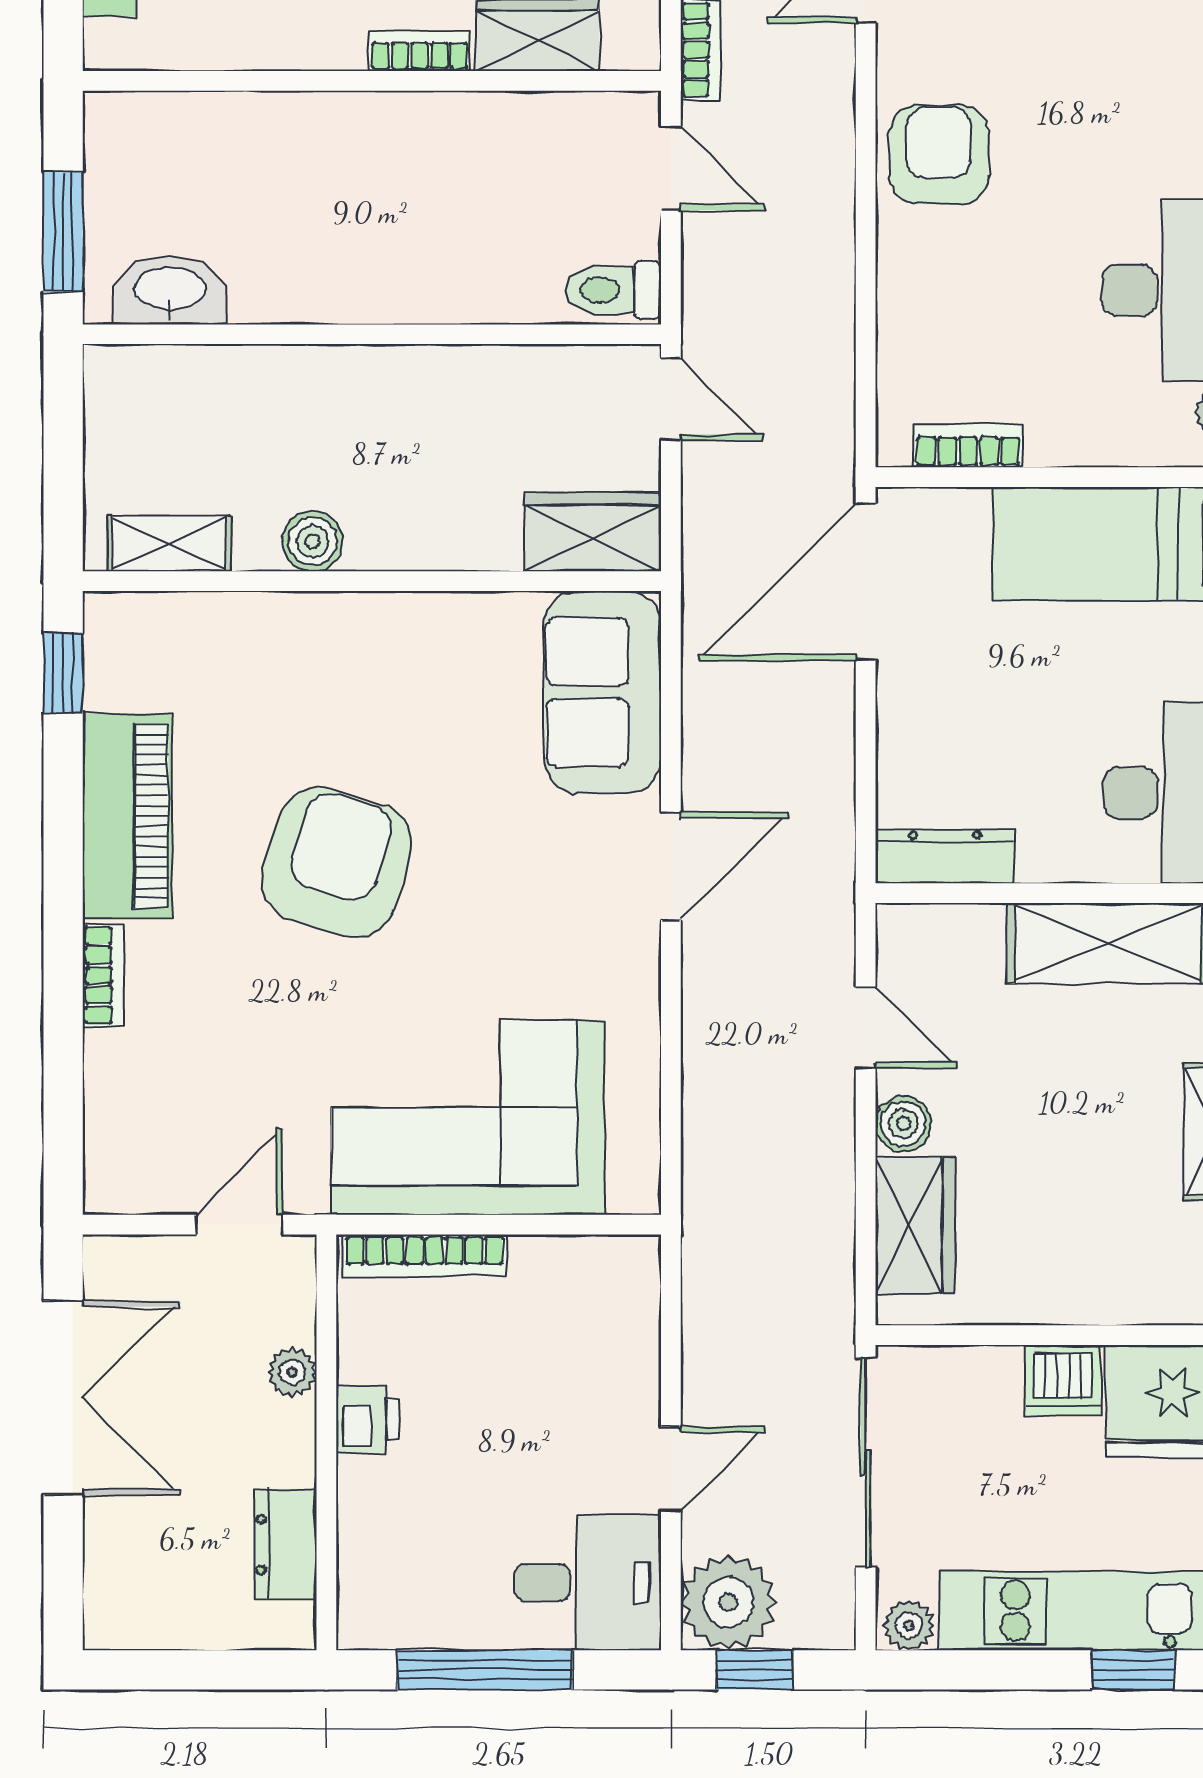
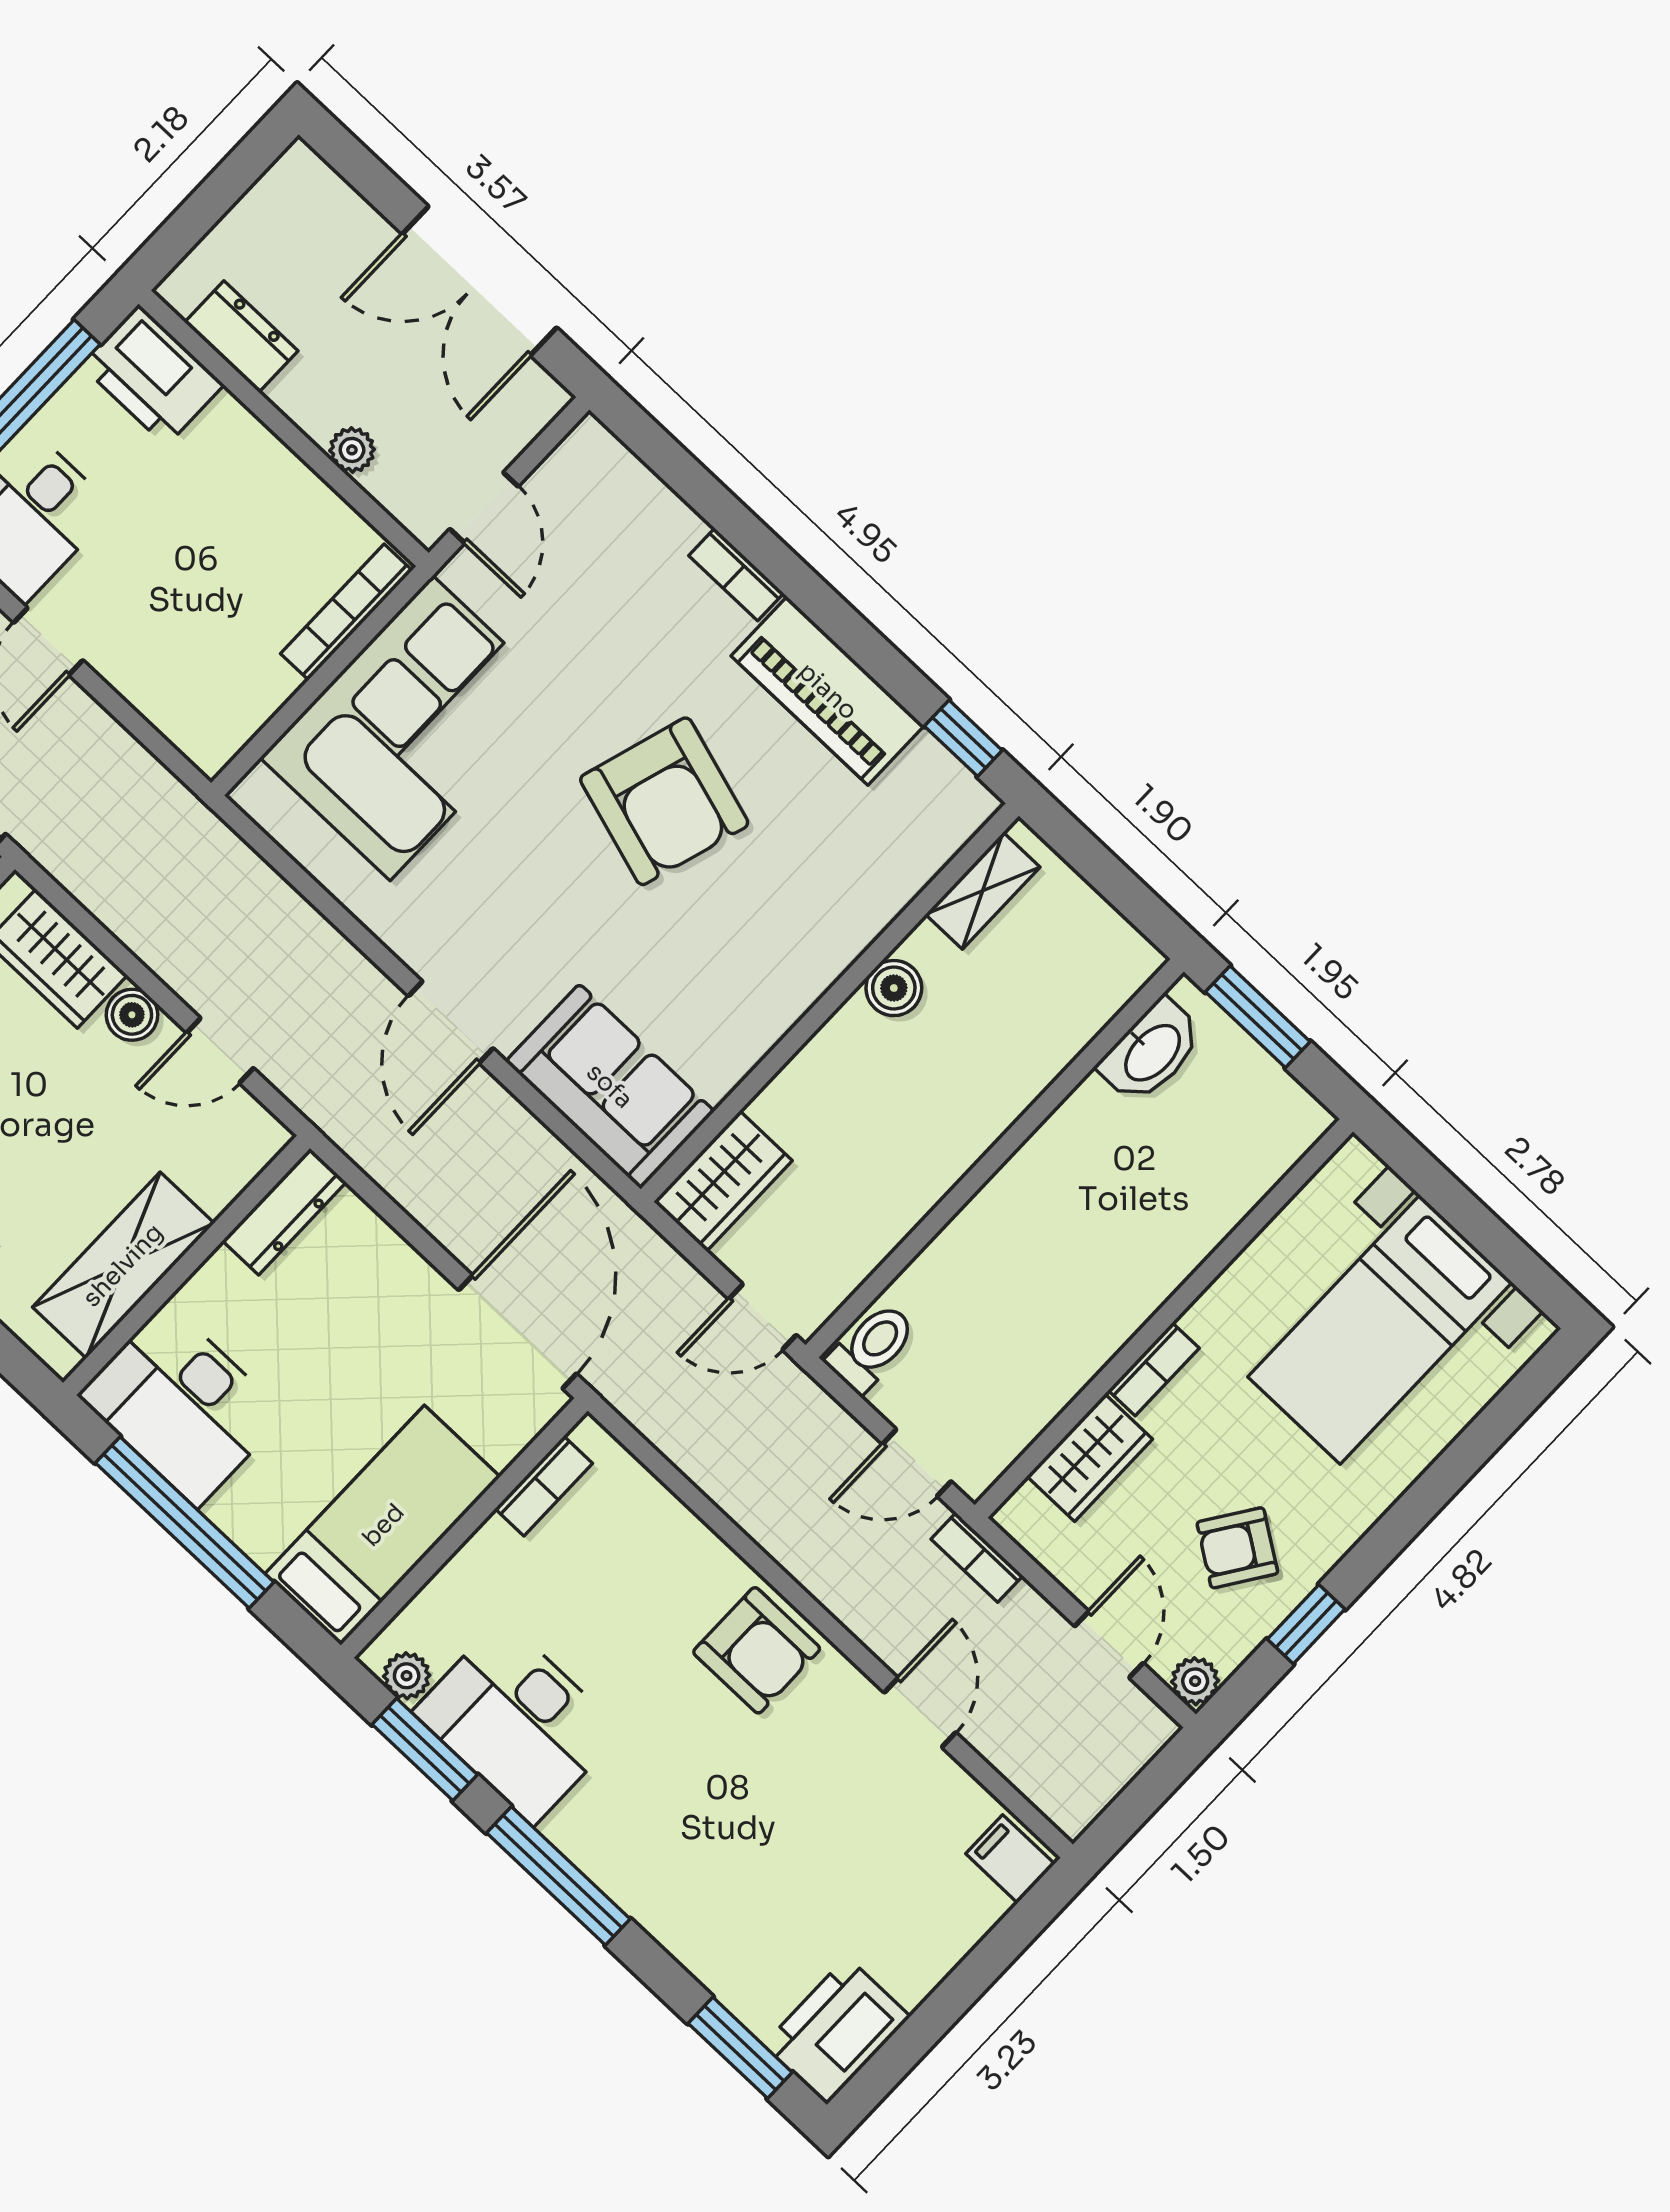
printer: (367, 1419) -> (152, 375), moved, width x1.87, depth x1.48

